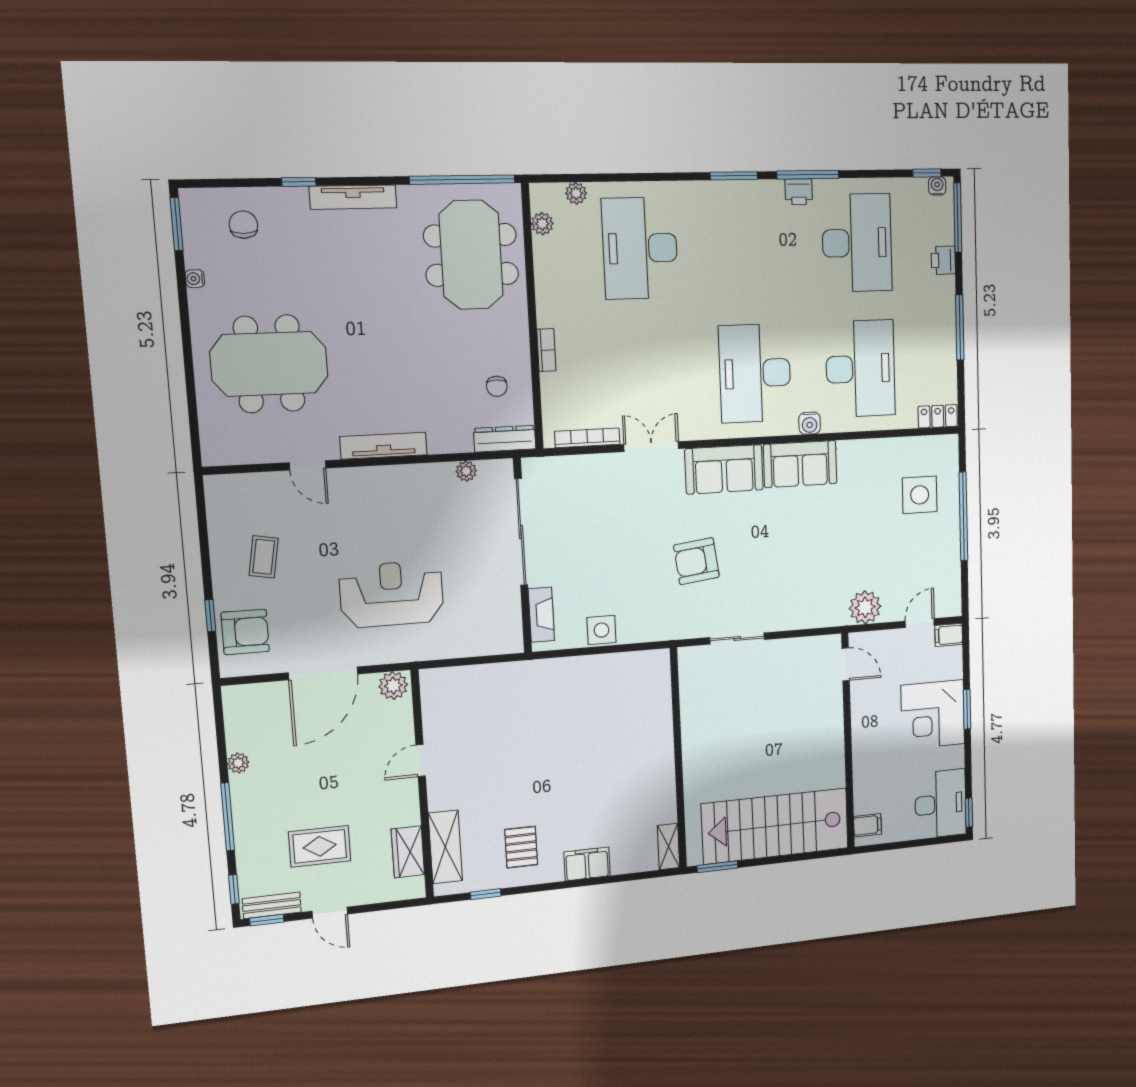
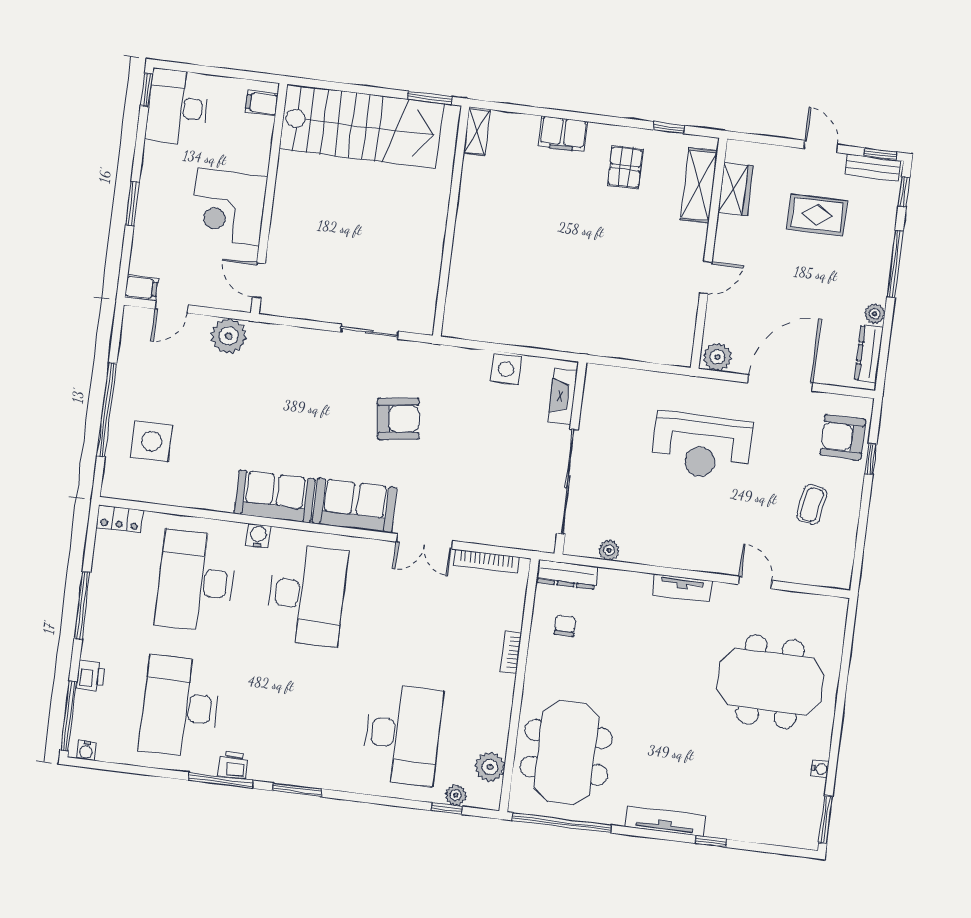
window: (927, 173) -> (447, 808), moved
plant: (542, 224) -> (490, 767), width x1.38, depth x1.38
chair: (243, 225) -> (768, 810), removed
tv unit: (384, 446) -> (682, 588), width x0.71
corner desk: (933, 715) -> (229, 207), moved, turned 180
dresser: (236, 722) -> (869, 354), added

